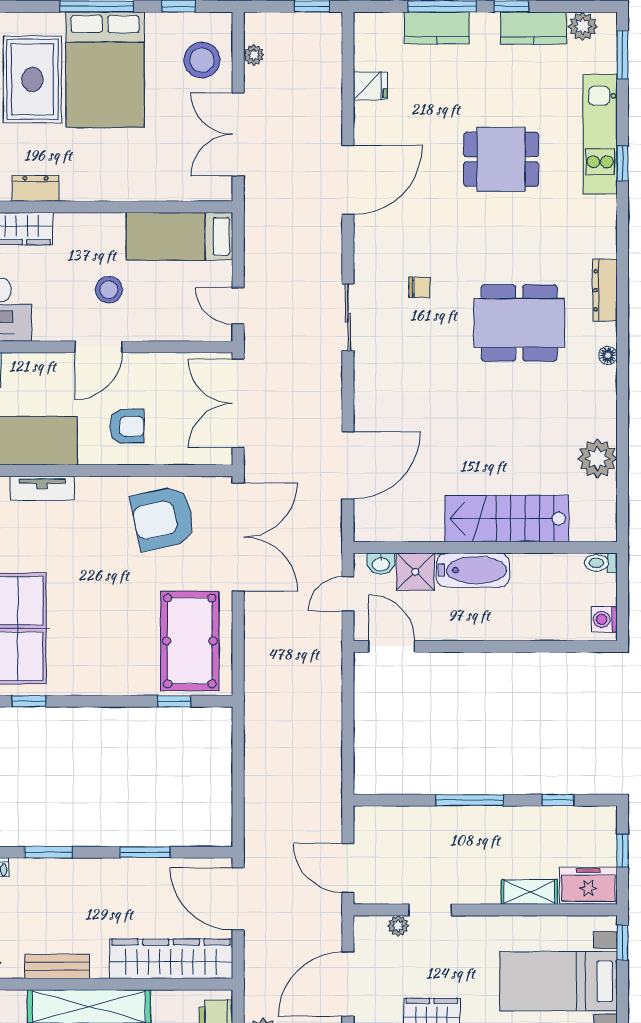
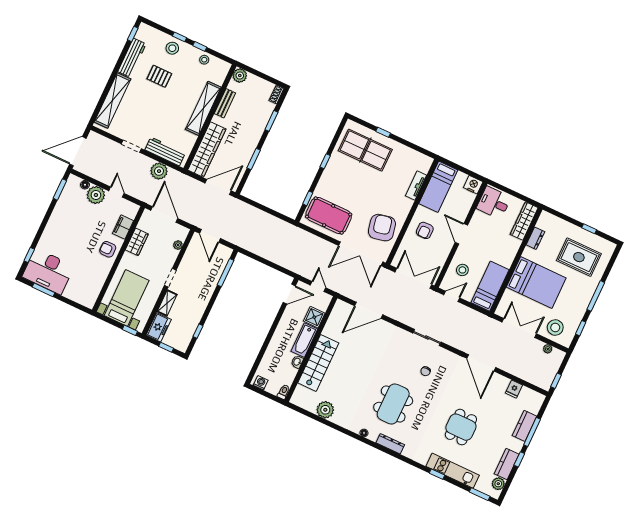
bed: (105, 70) -> (536, 282), moved, turned 180
stool: (109, 290) -> (462, 270), moved
door: (348, 465) -> (369, 310), hinge flipped
washbasin: (381, 564) -> (297, 362), moved
window: (29, 701) -> (325, 161), moved
window: (470, 800) -> (225, 273), moved
door: (348, 868) -> (210, 236), swing flipped
doorway: (430, 910) -> (170, 278), moved

